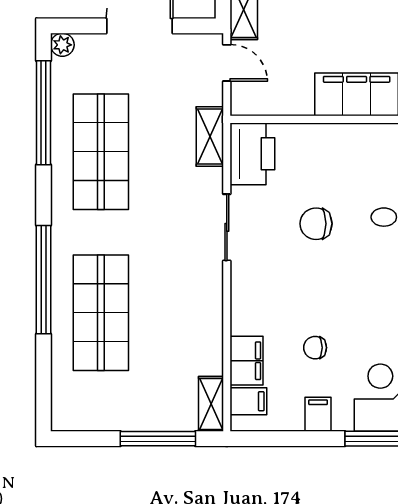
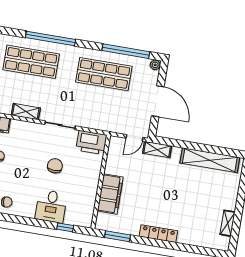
shelving: (210, 137) -> (26, 112), moved

